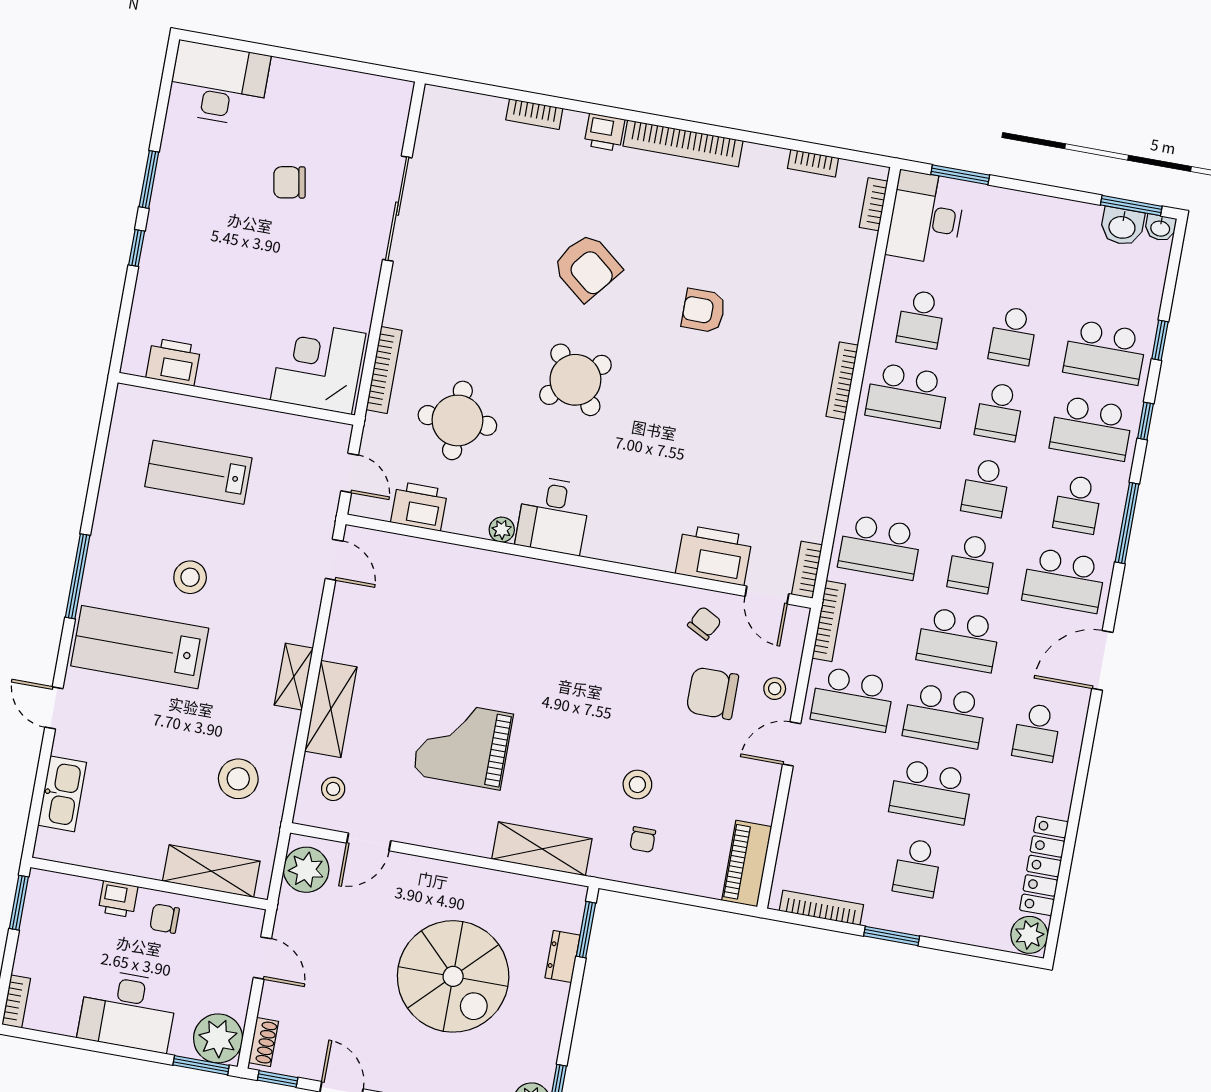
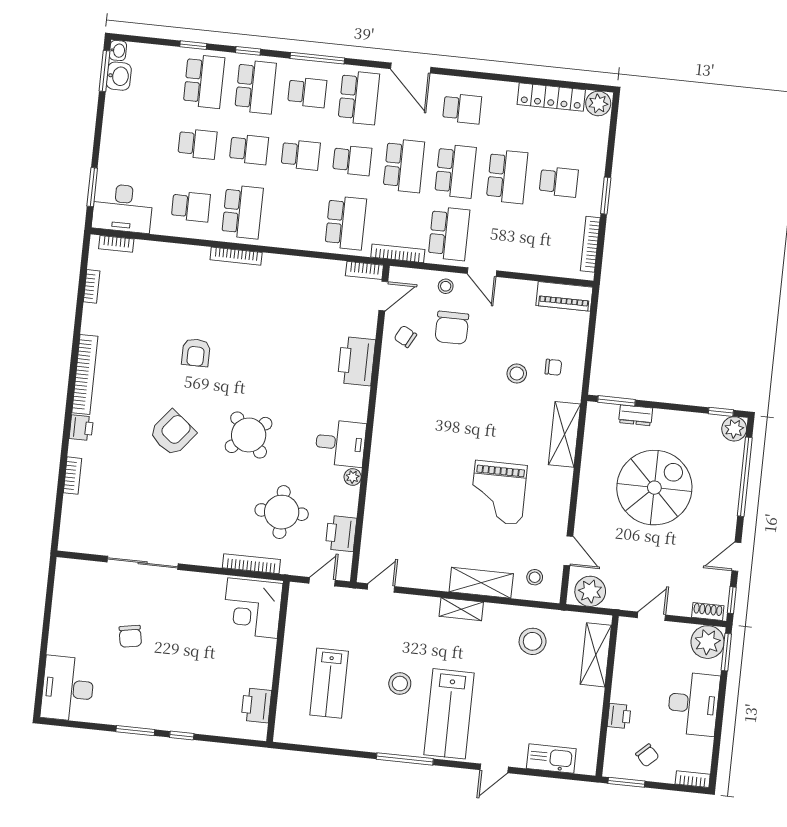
printer: (714, 555) -> (356, 361), moved
chair: (165, 919) -> (647, 755), moved, turned -43

